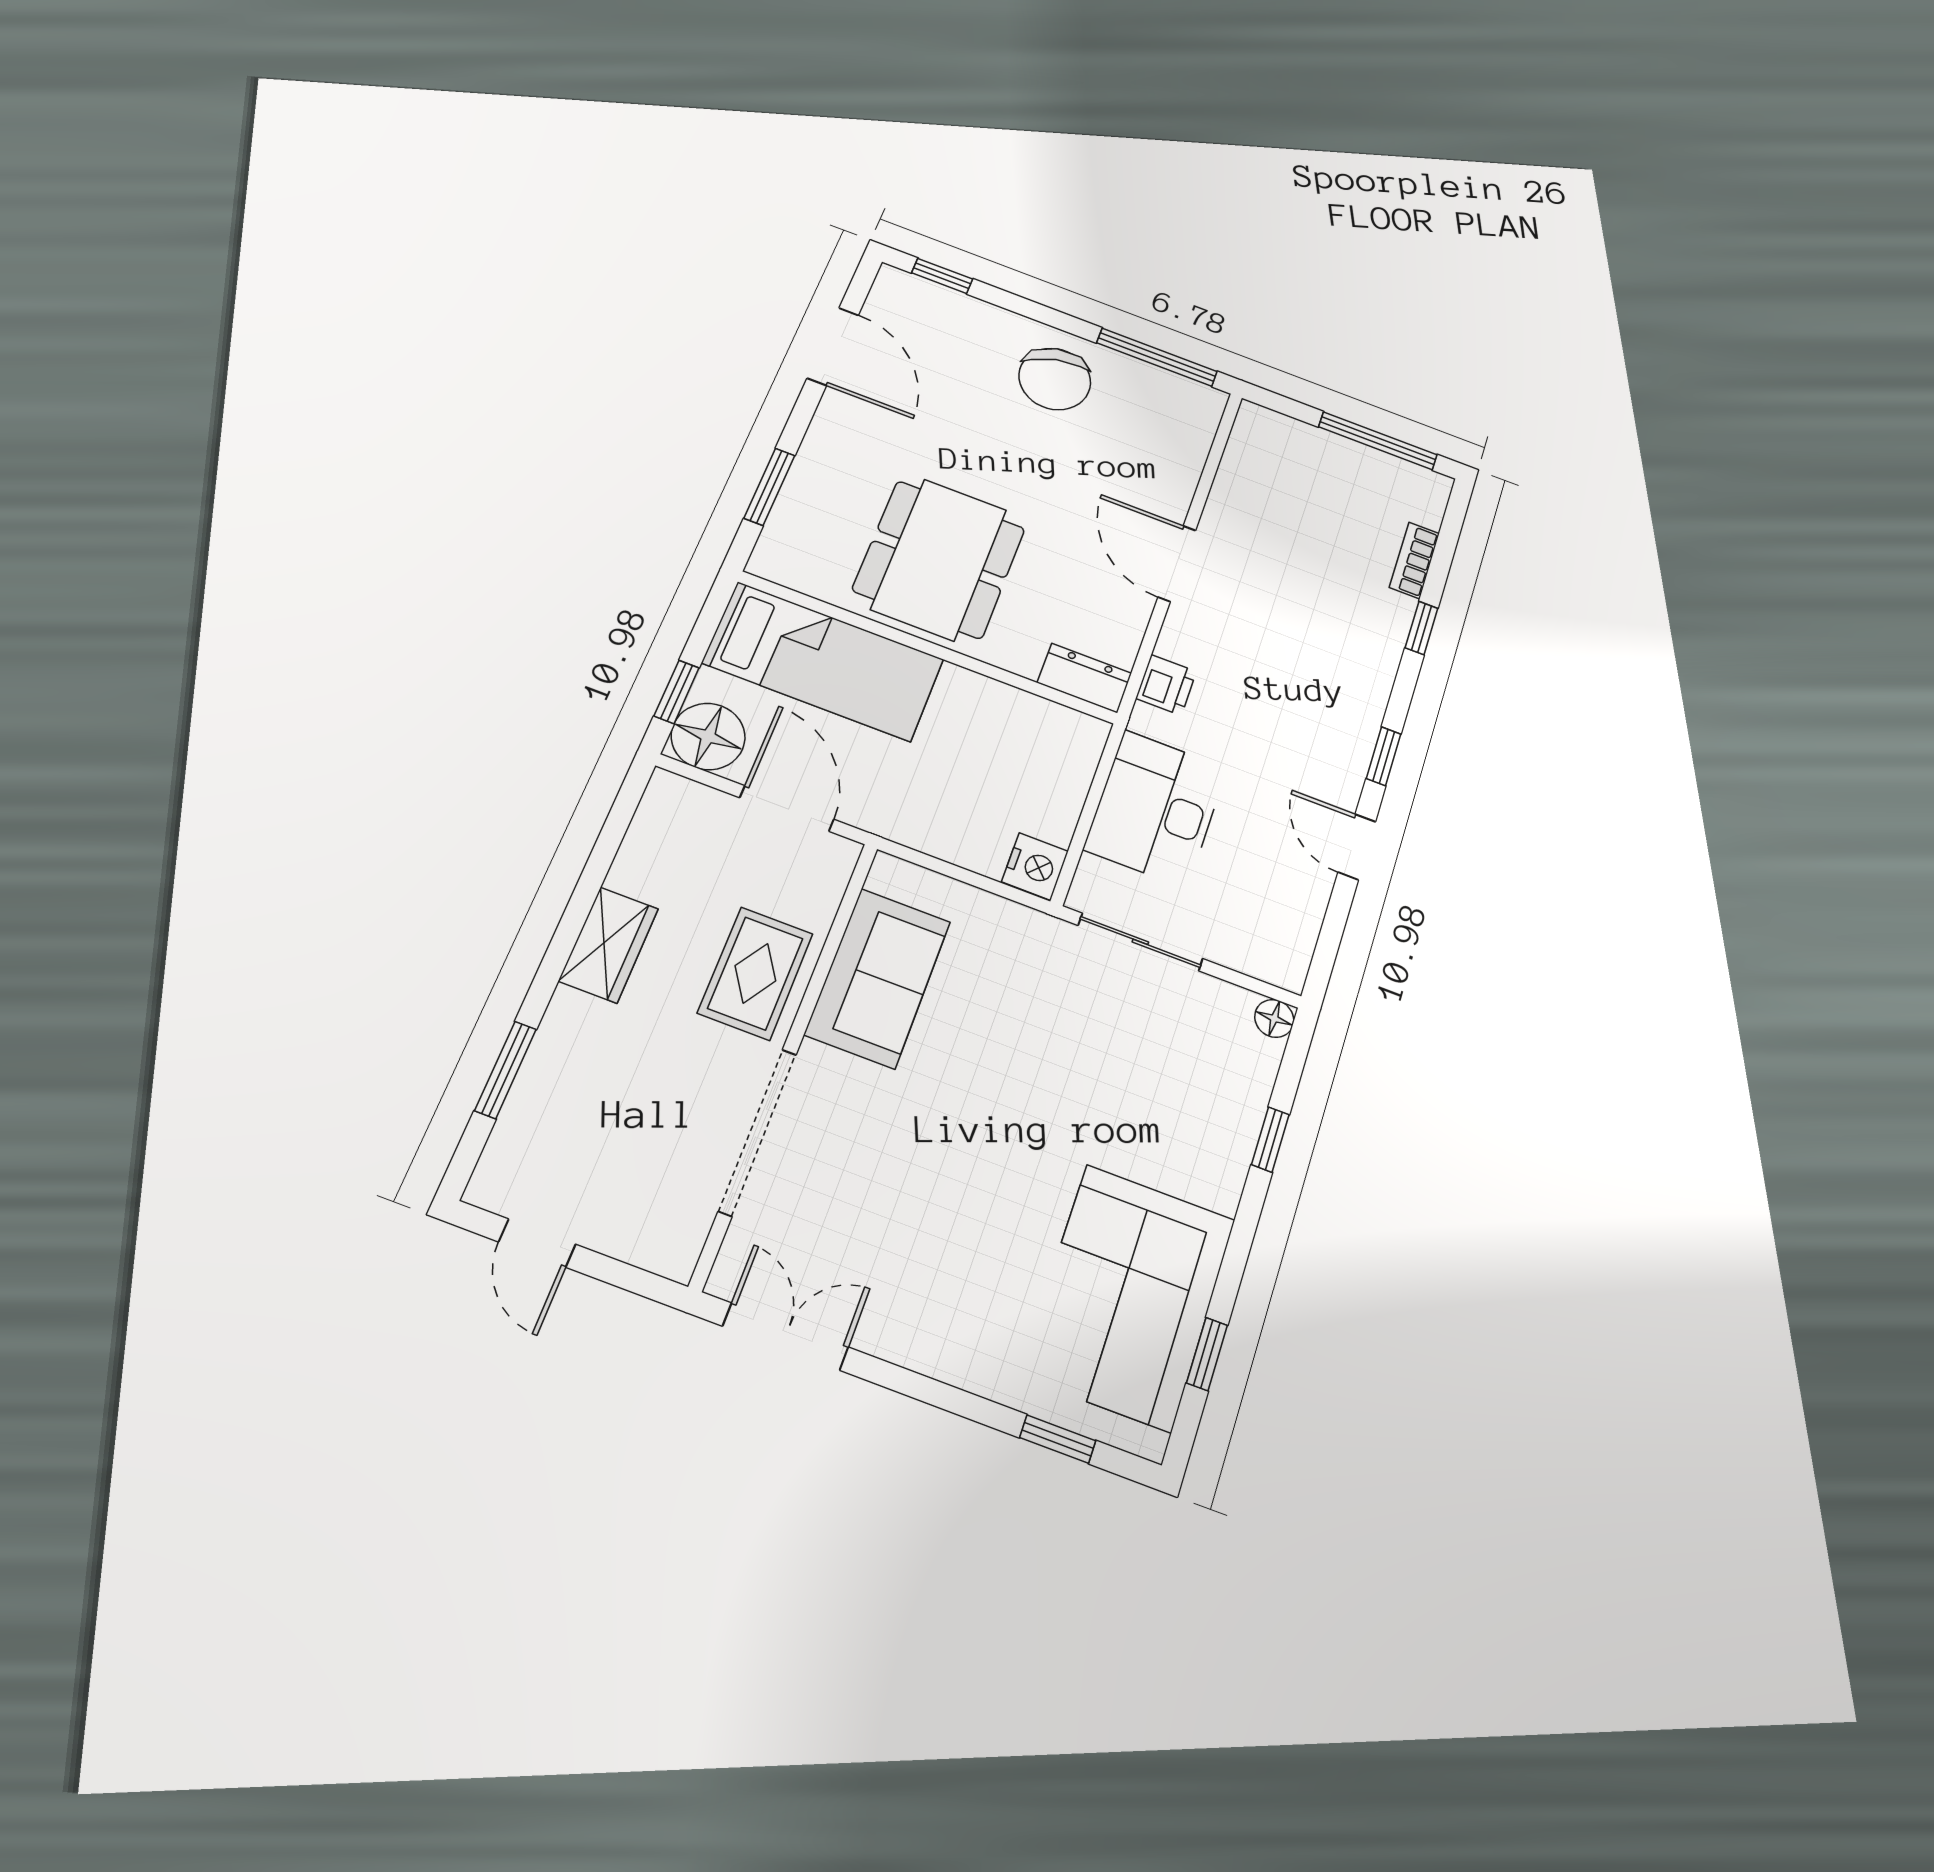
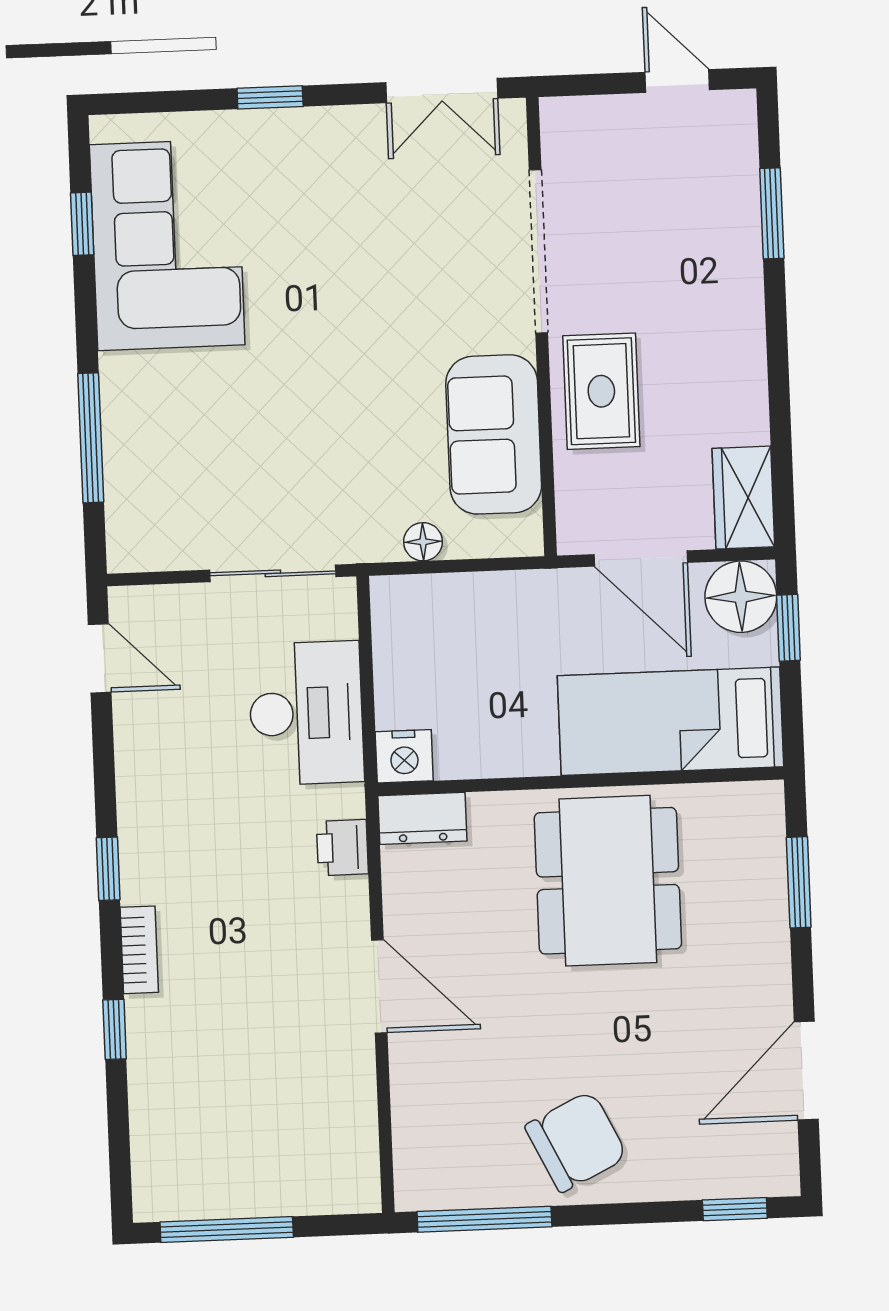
door: (833, 346) -> (806, 1071), hinge flipped
chair: (1055, 379) -> (576, 1141), turned 79
bookcase: (1414, 560) -> (139, 950), moved
door: (1357, 847) -> (100, 658), moved
nightstand: (1035, 866) -> (404, 756), moved, turned -90
wardrobe: (609, 945) -> (743, 498), moved
floor lamp: (1274, 1018) -> (423, 542), moved
window: (1270, 1140) -> (91, 438), width x2.17
window: (1058, 1439) -> (270, 97), moved

